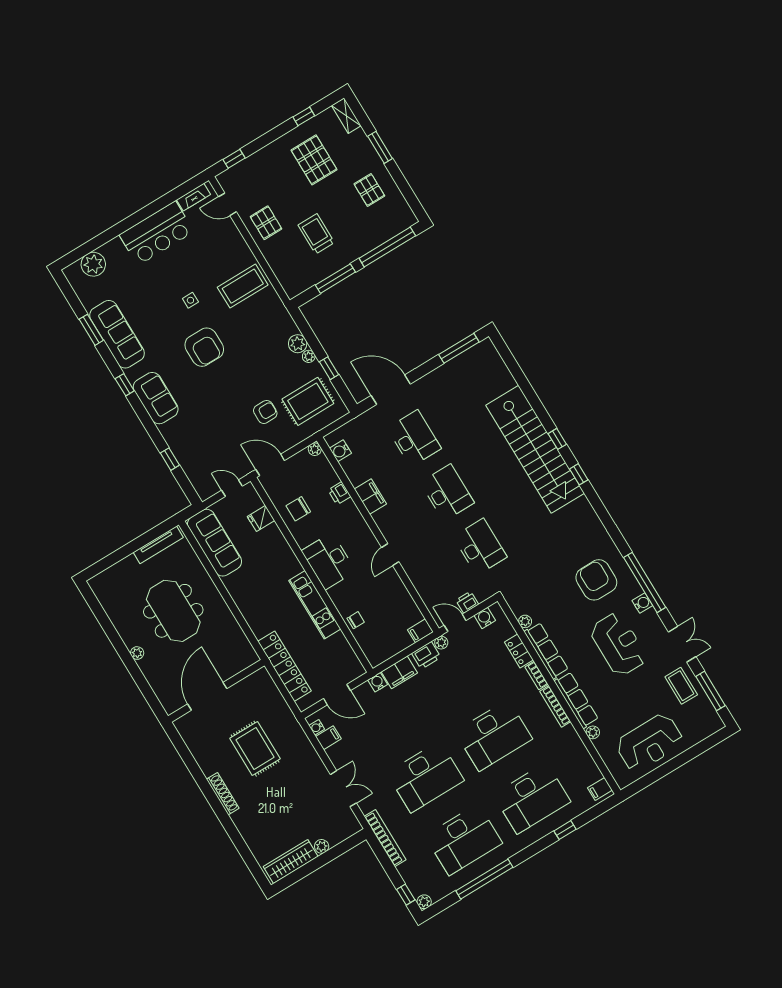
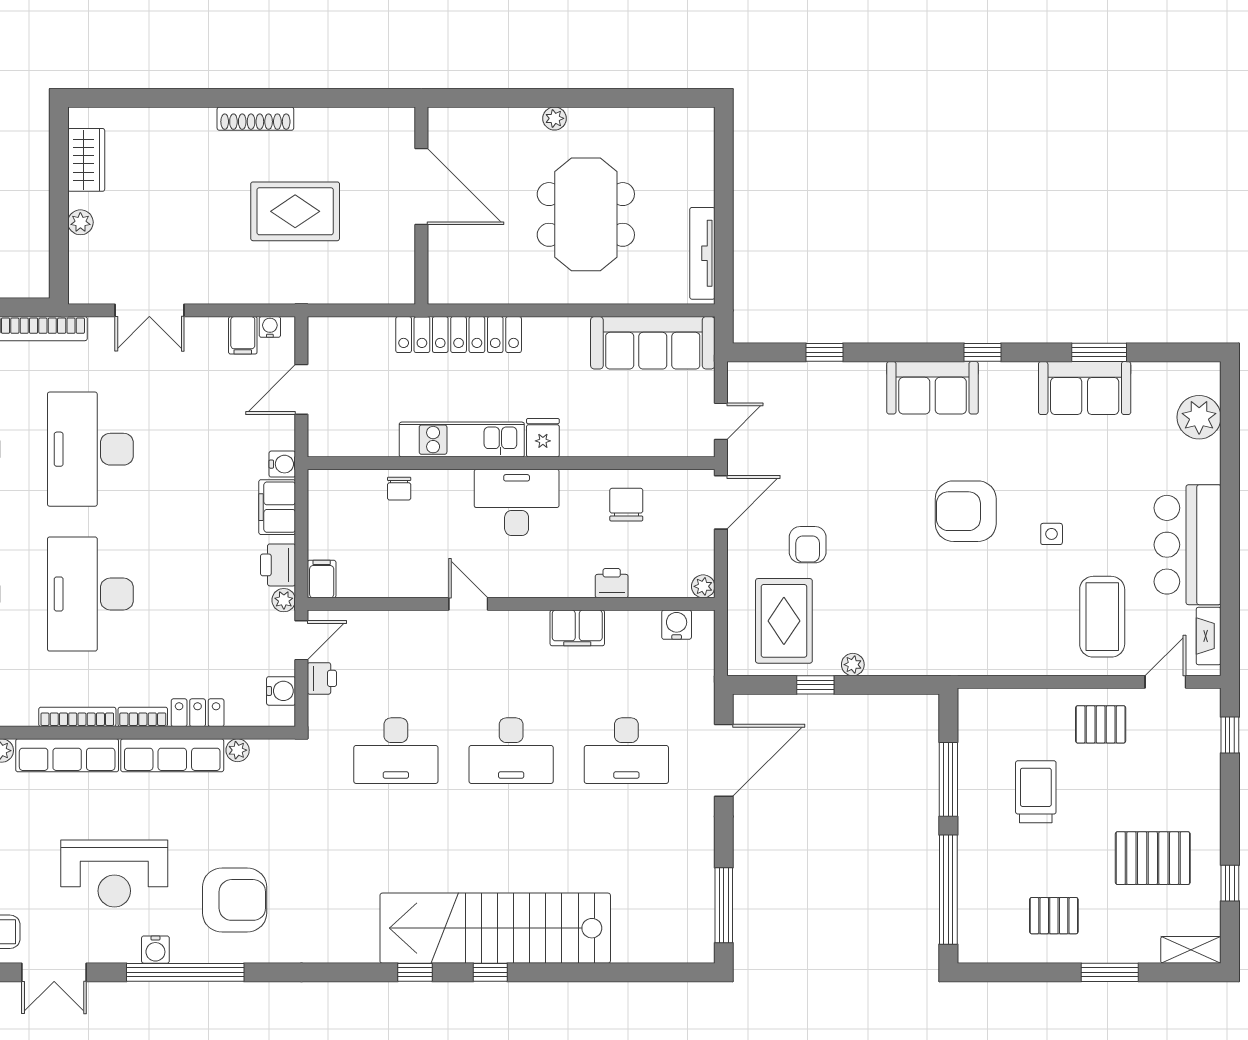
trolley: (316, 234) -> (1036, 792), turned -90
coffee table: (243, 286) -> (1102, 617), moved
sofa: (117, 334) -> (1085, 388), width x0.73
plant: (298, 344) -> (883, 659), removed
fridge: (261, 518) -> (543, 438), moved
meeting table: (173, 611) -> (586, 214), turned 90
locker: (284, 666) -> (459, 335), moved
wardrobe: (291, 862) -> (86, 160), width x0.67

